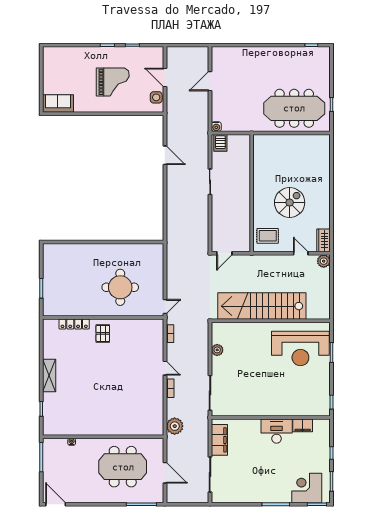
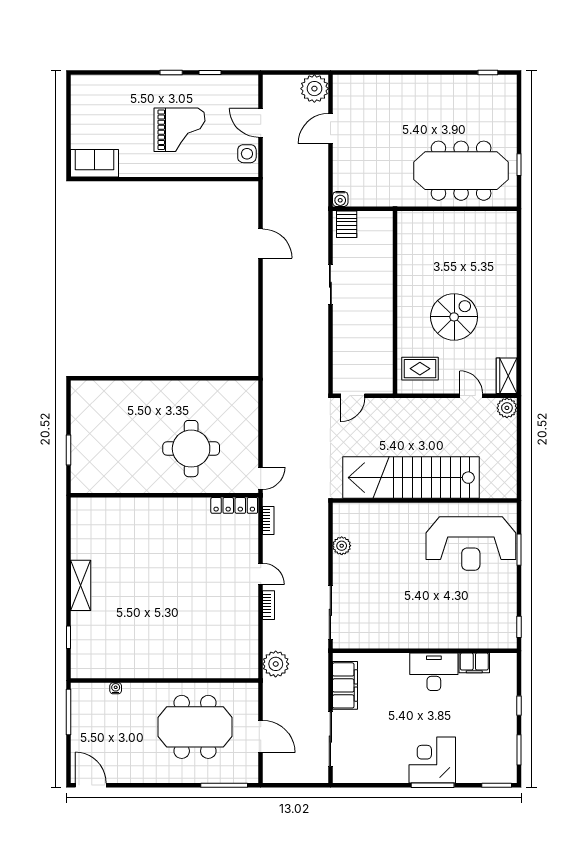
plant: (200, 55) -> (314, 89), added
locker: (74, 324) -> (234, 505), moved
pallet: (103, 333) -> (164, 520), removed
corner desk: (307, 488) -> (432, 760), moved

